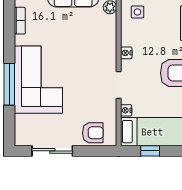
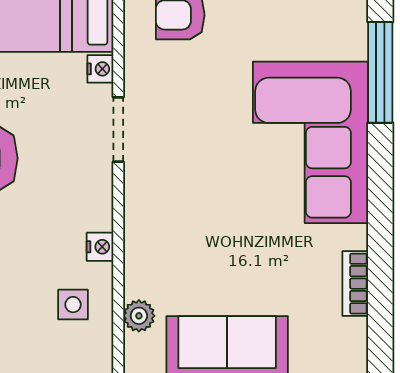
nightstand: (126, 53) -> (100, 247), moved
window: (9, 84) -> (380, 72), moved

